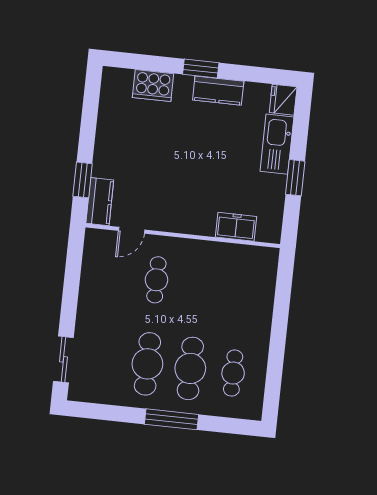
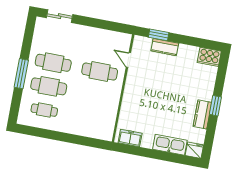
cooker: (153, 86) -> (209, 57), moved, turned -90
window: (295, 178) -> (150, 153), removed
kitchen counter: (100, 202) -> (165, 47), moved
freezer: (236, 227) -> (130, 138), moved, turned -90
cafe table: (156, 280) -> (100, 72), width x1.37, depth x1.35

